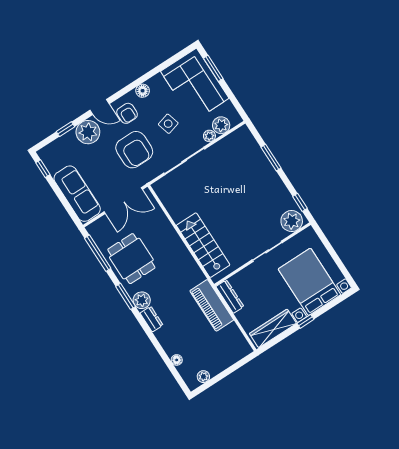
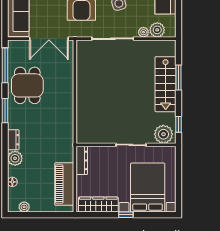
stairs: (203, 245) -> (166, 84), moved, turned 180
plant: (142, 300) -> (15, 158), moved
piano: (212, 305) -> (64, 184), moved

